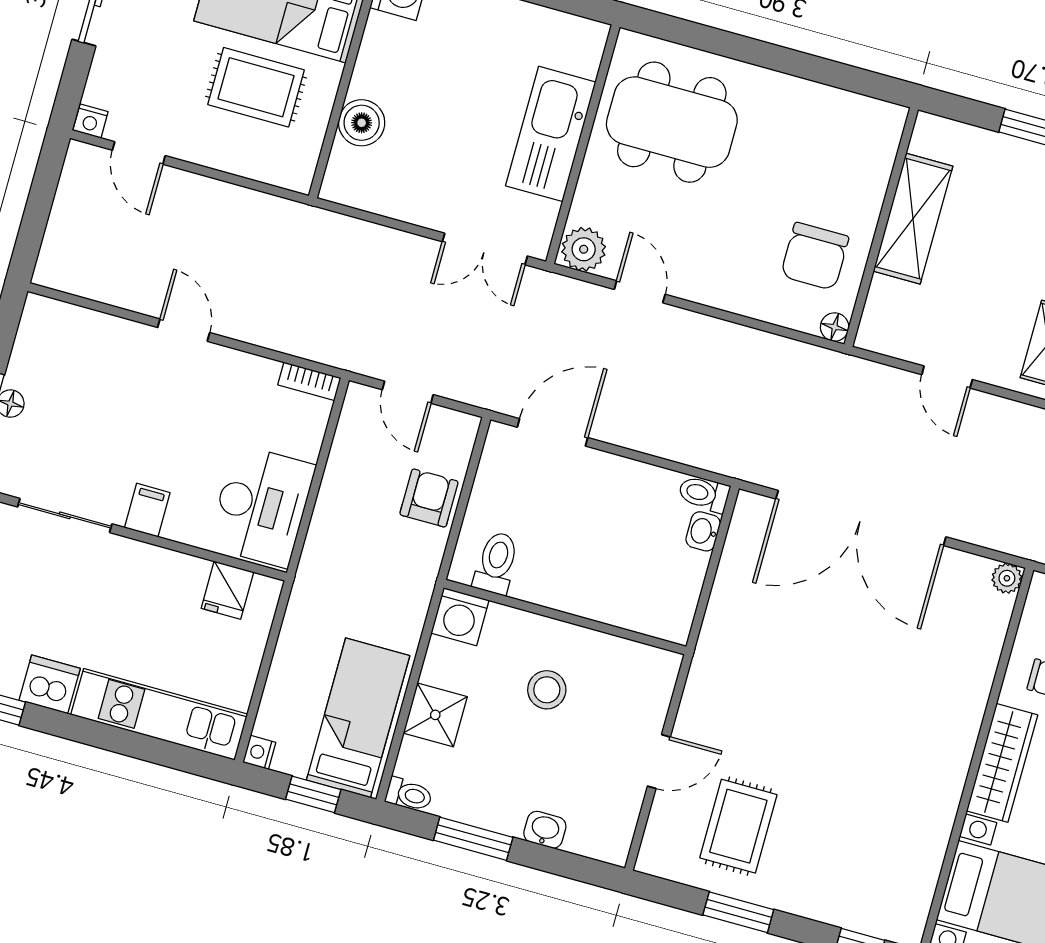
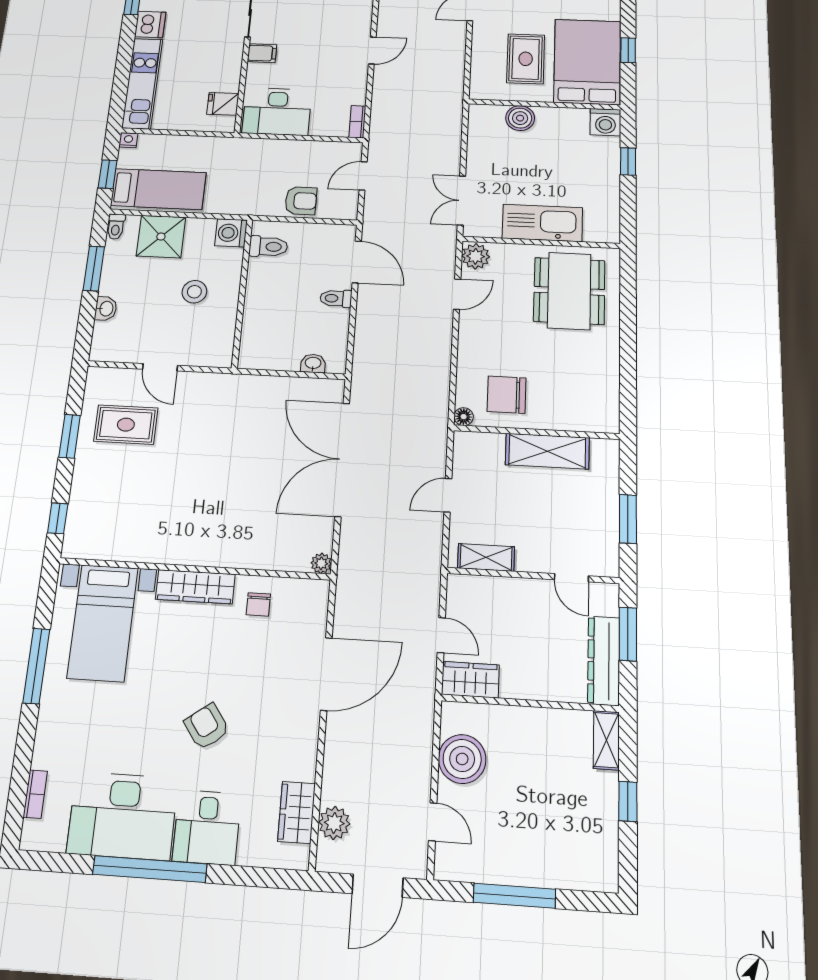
toilet: (704, 494) -> (336, 298), moved, turned -90
shower: (435, 715) -> (161, 237), width x1.36, depth x1.36

